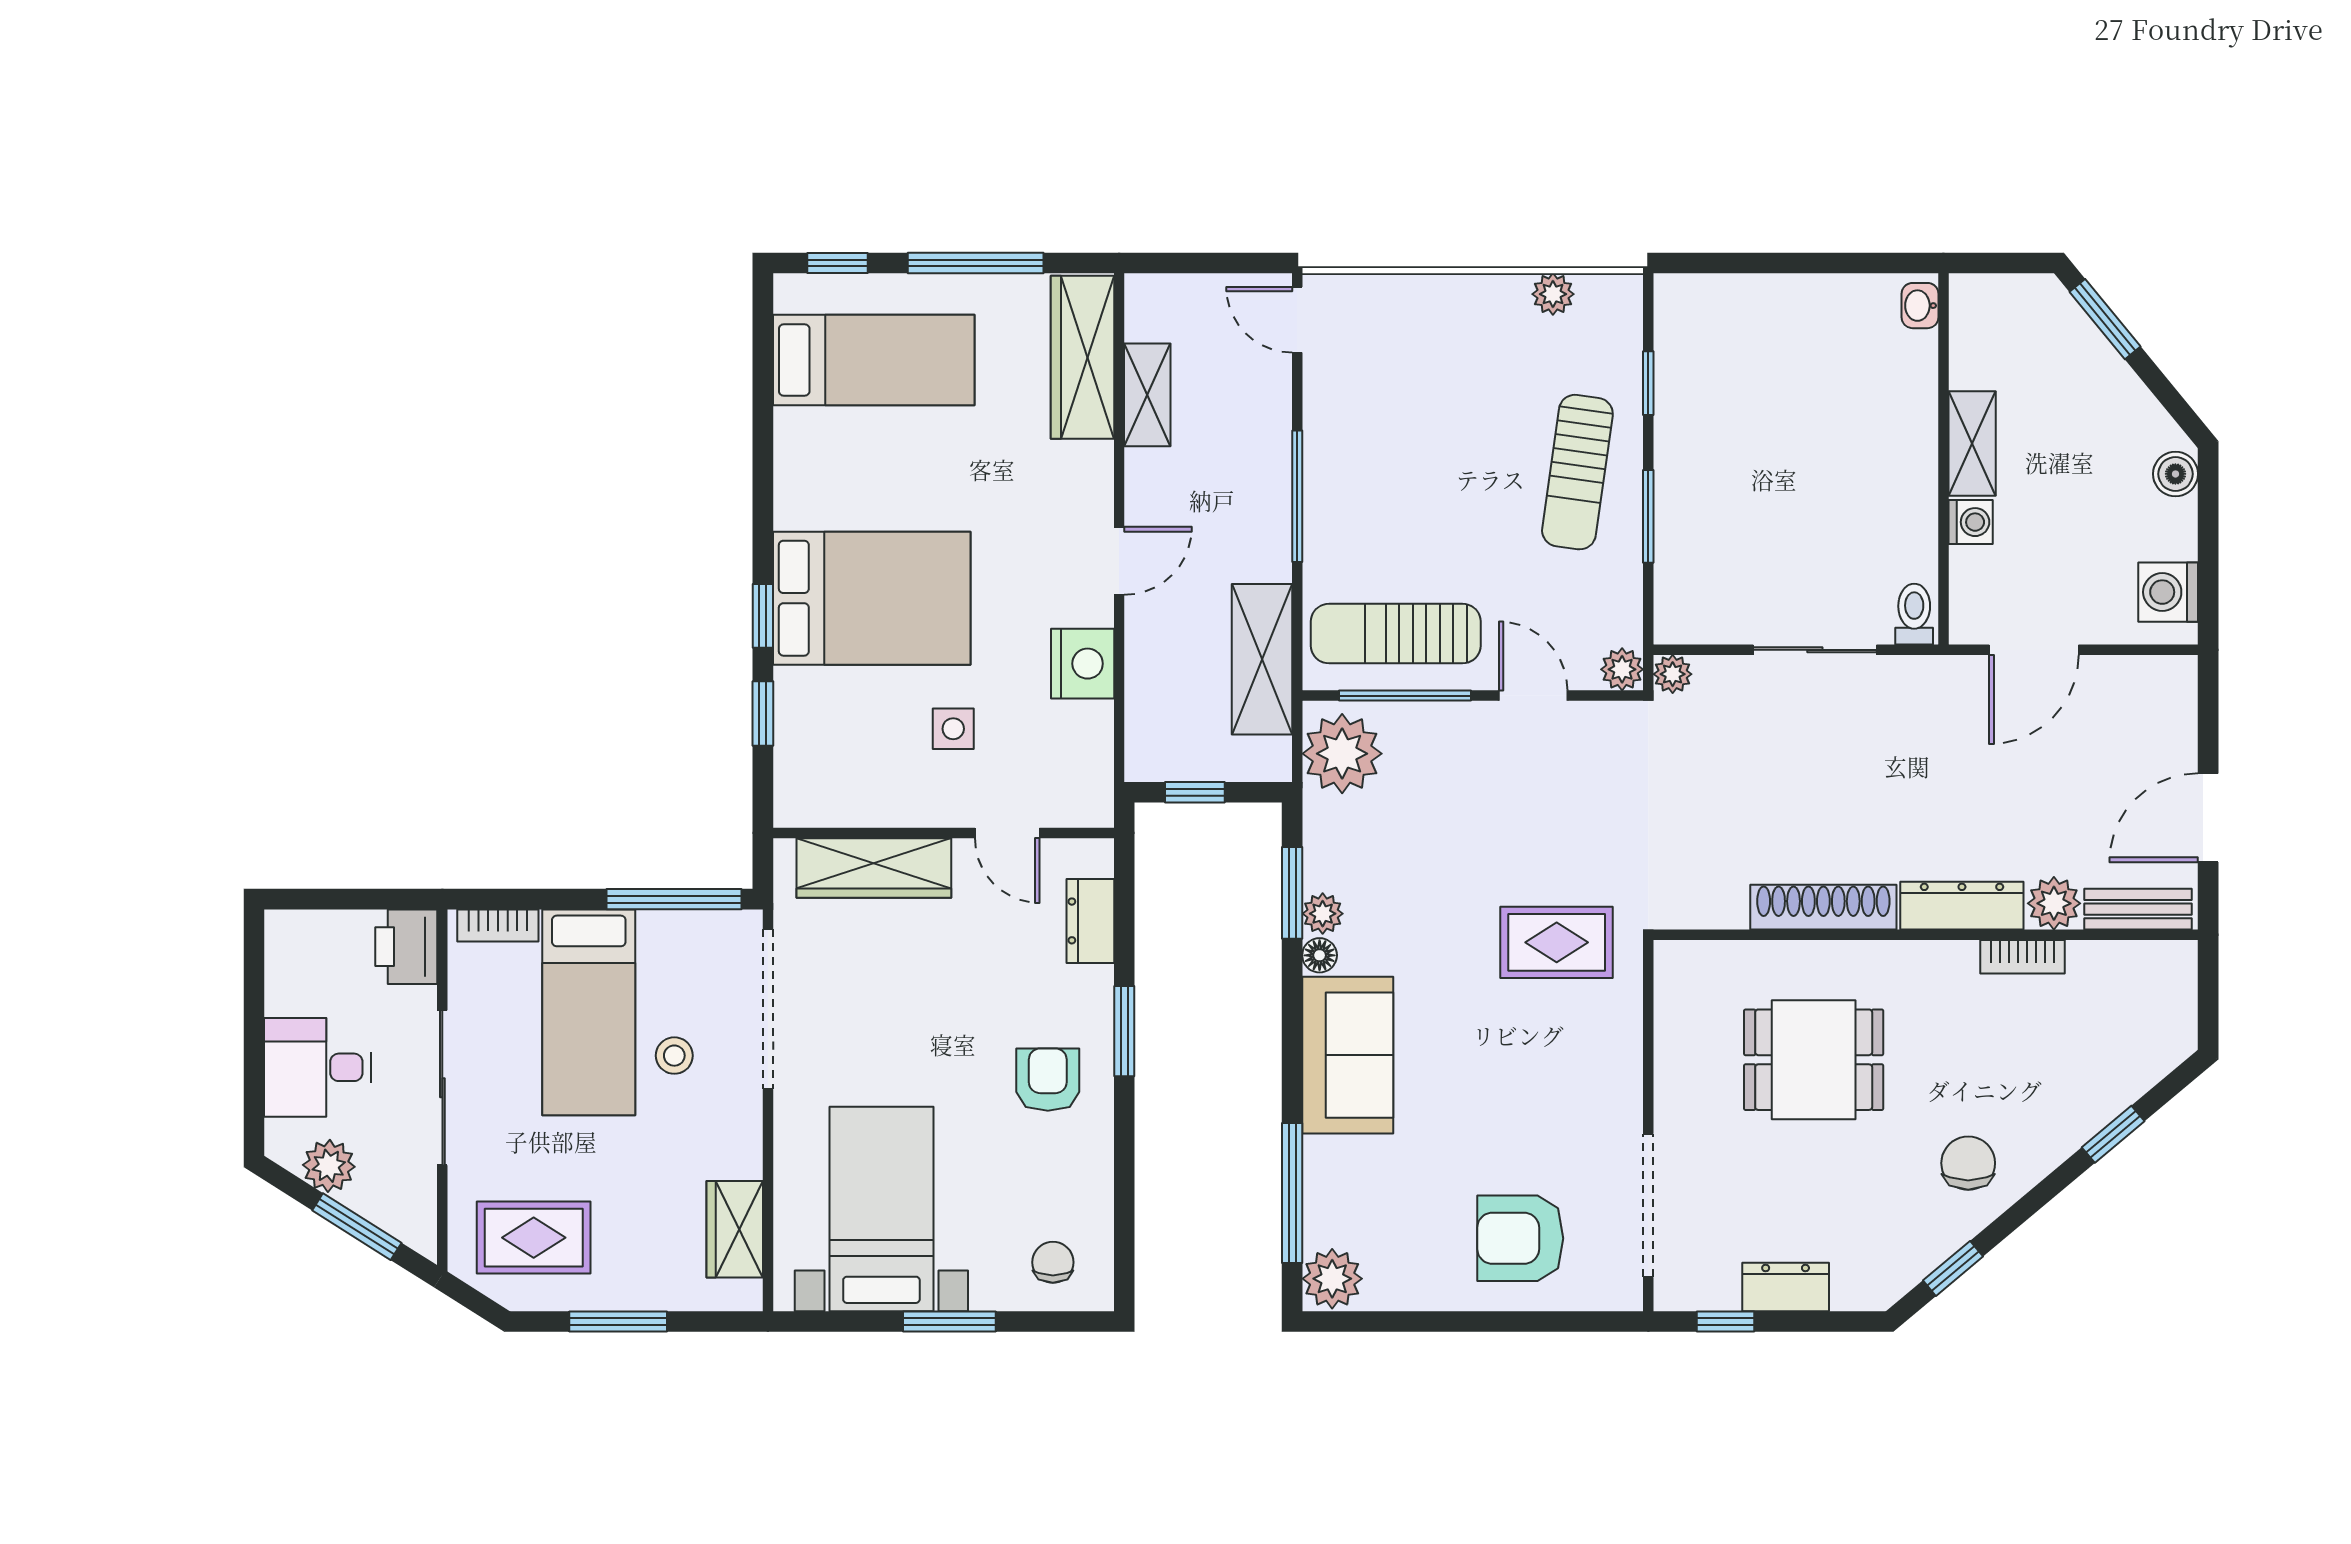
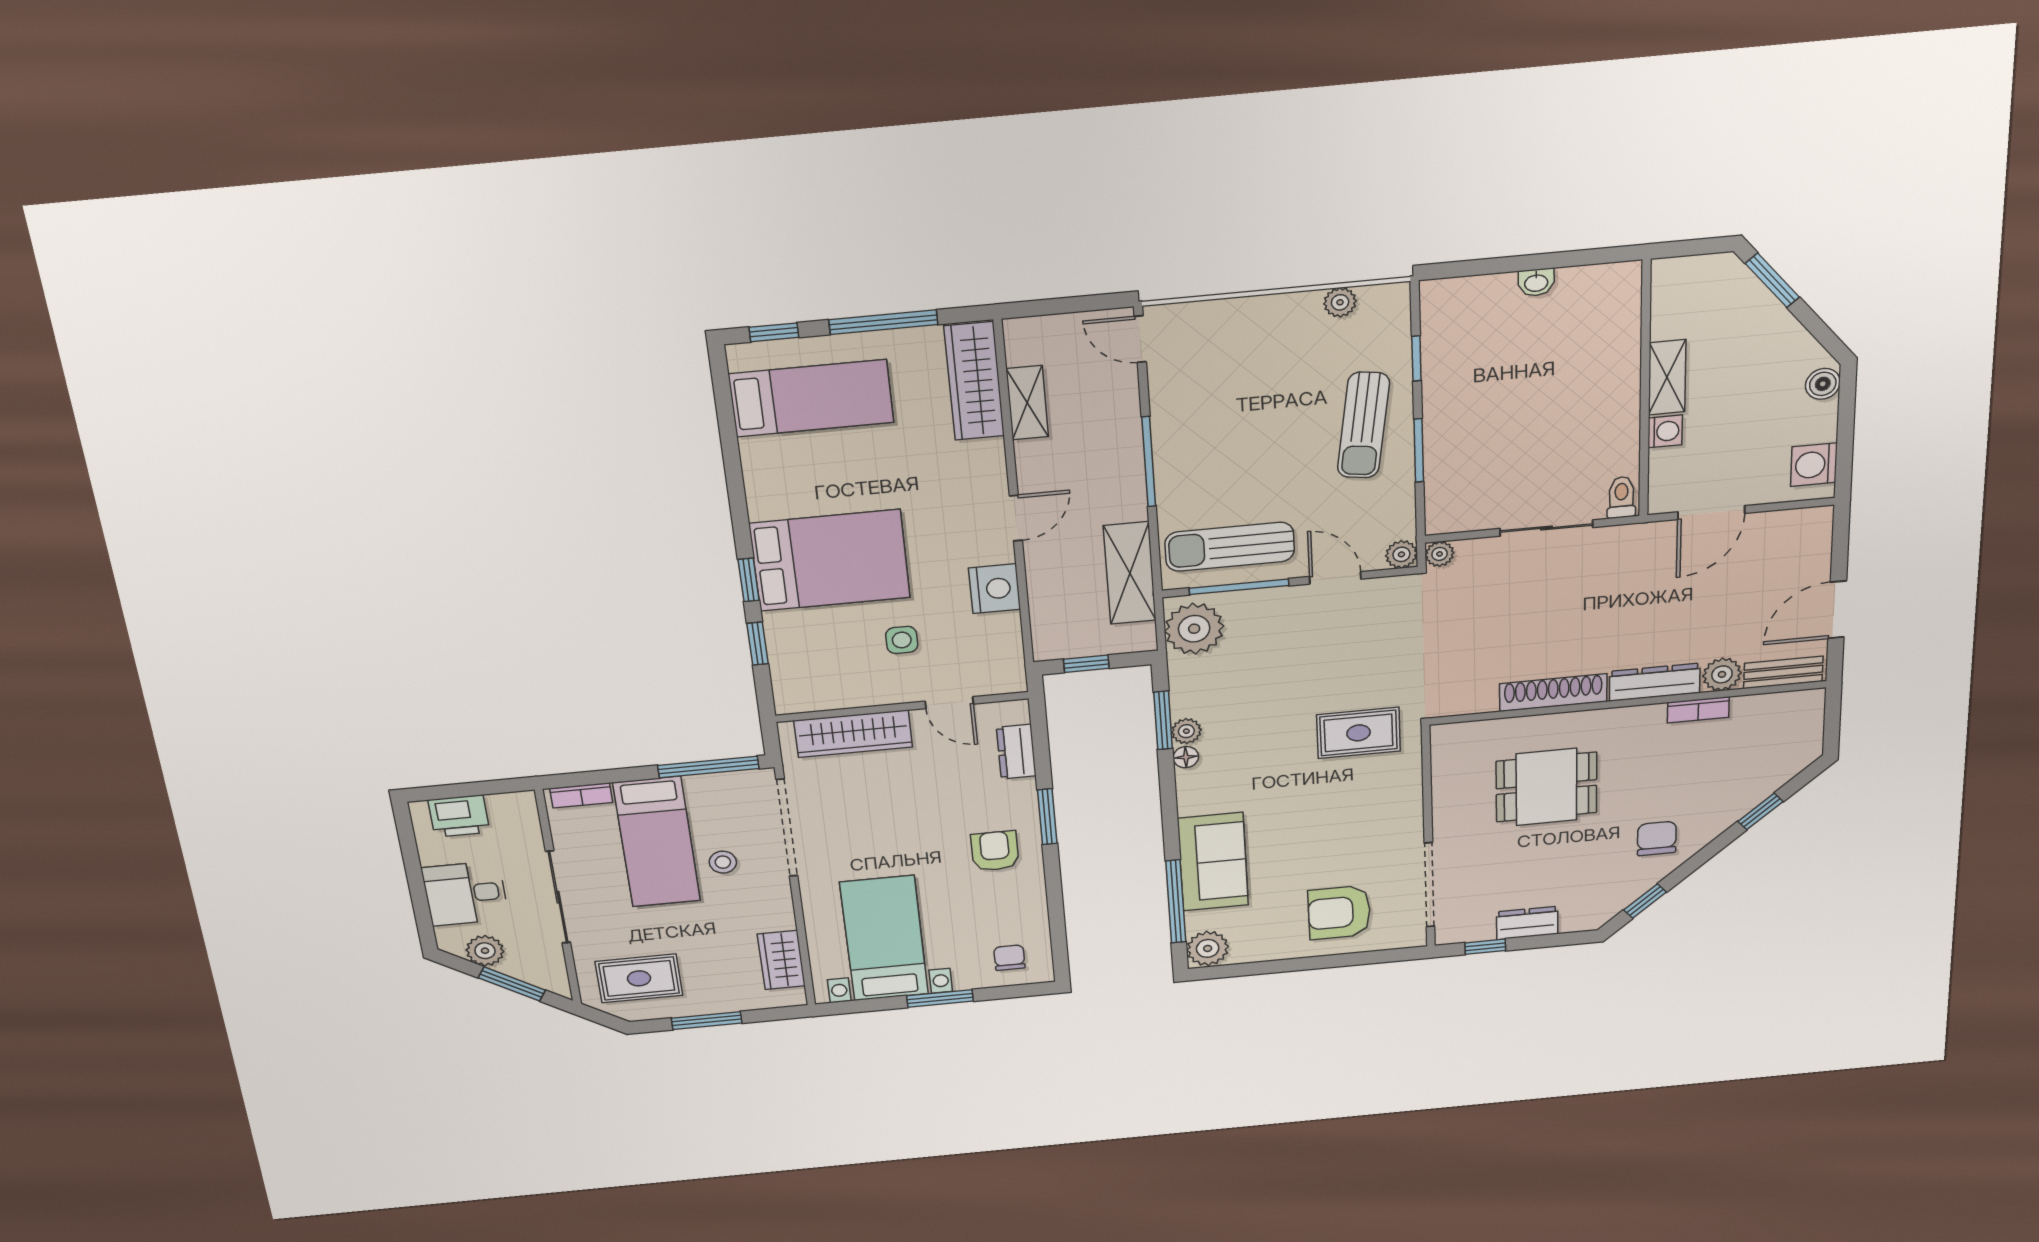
washbasin: (1920, 306) -> (1536, 282), moved, turned -90
printer: (406, 947) -> (459, 816), moved, turned -90
sofa: (1348, 1055) -> (1213, 862), moved

